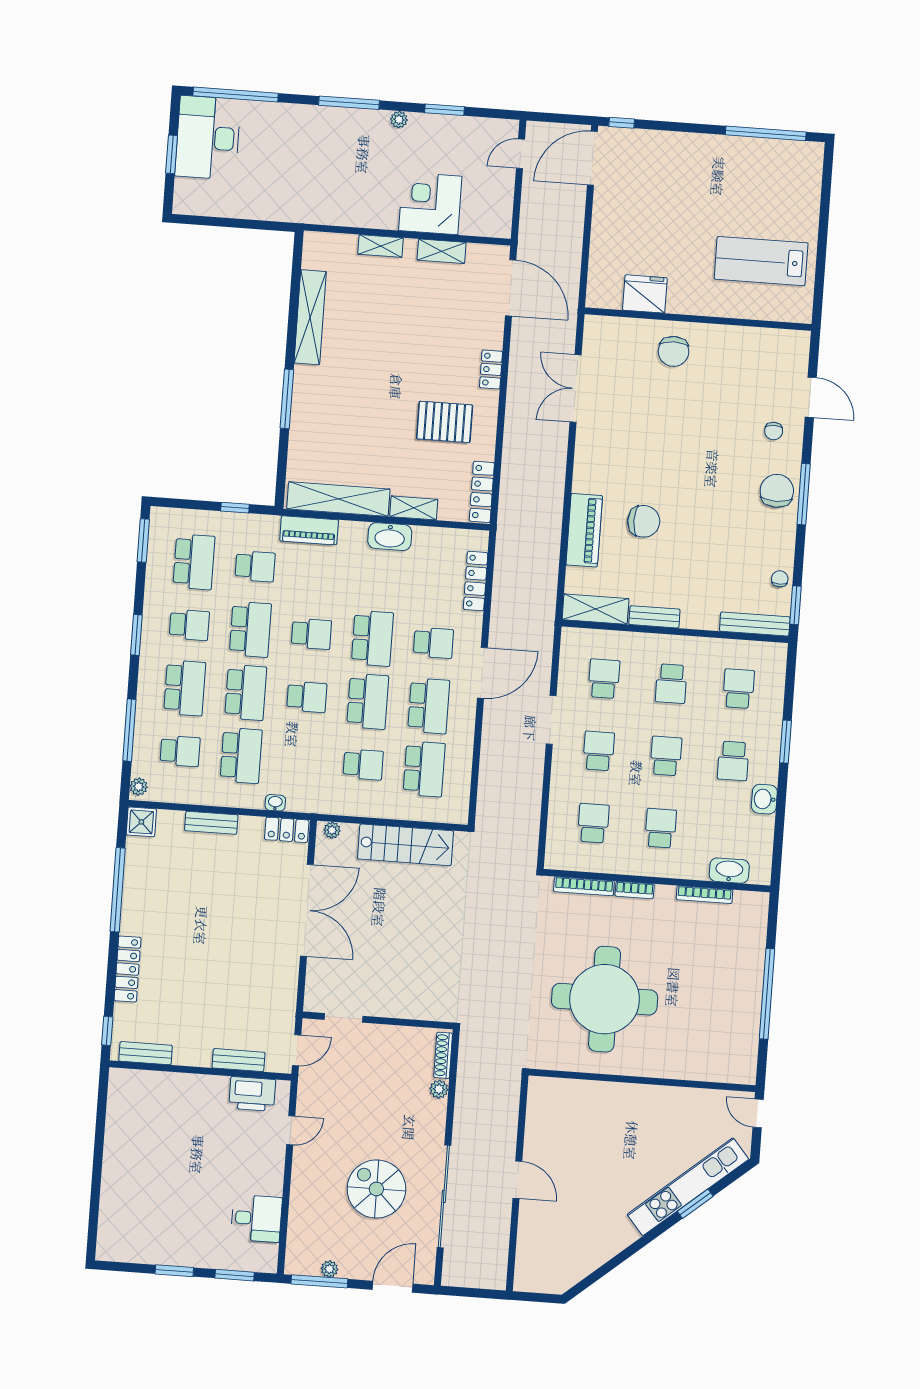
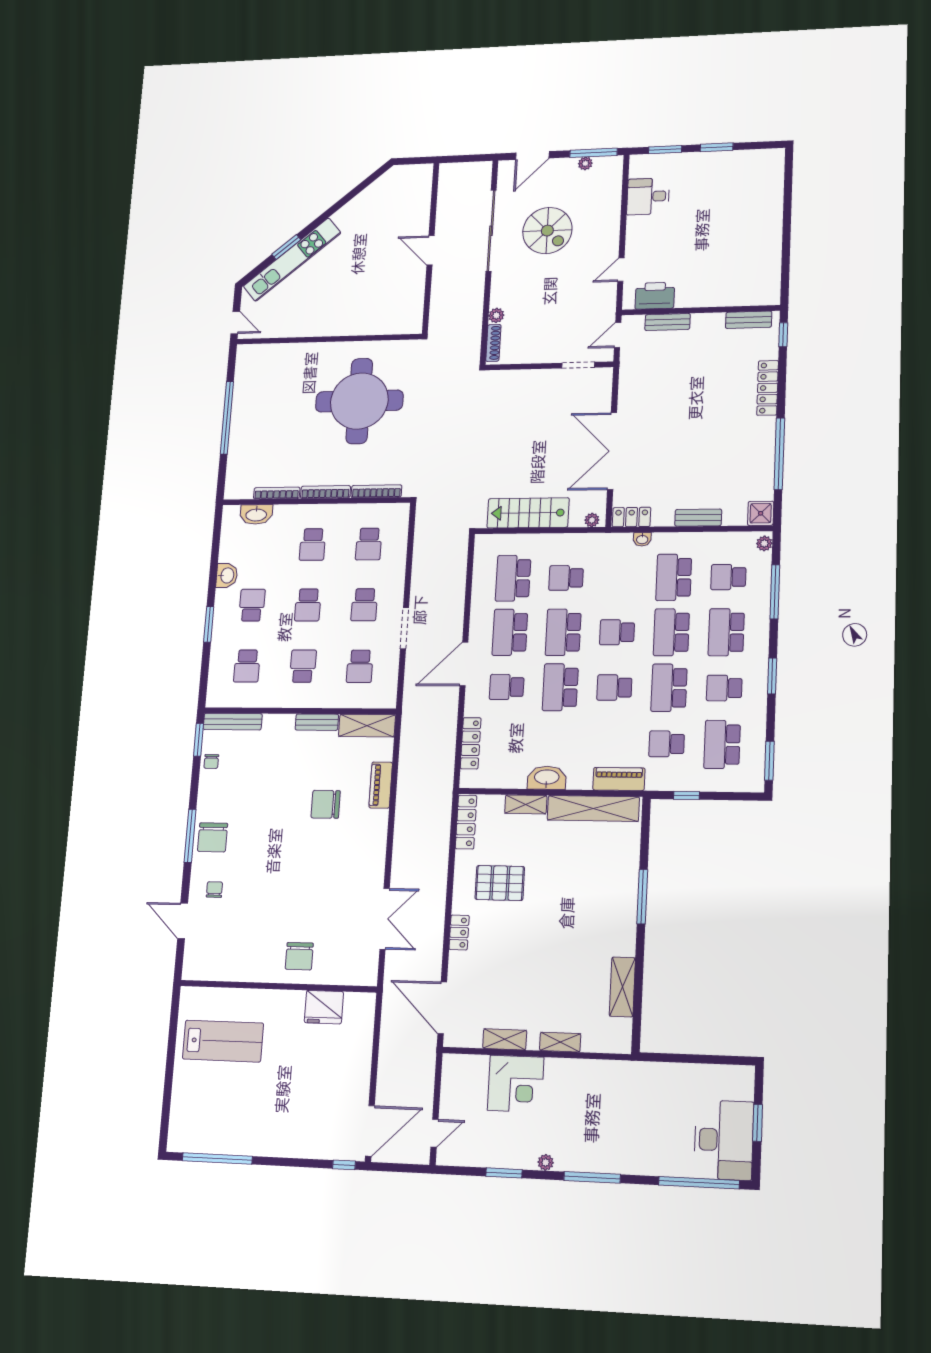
shelving: (310, 317) -> (622, 987), width x0.68
chair: (674, 351) -> (299, 956), turned 180
piano: (584, 530) -> (381, 785), width x0.73, depth x0.75
bookcase: (635, 890) -> (325, 492), width x1.56

